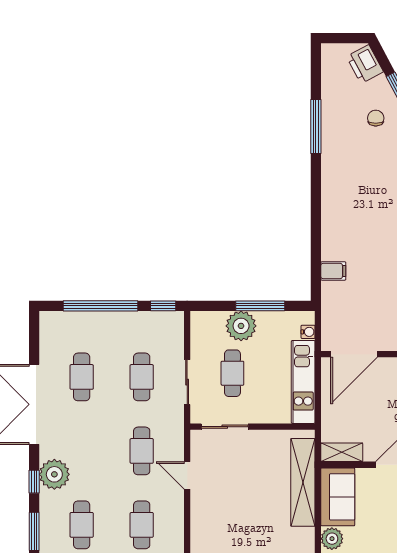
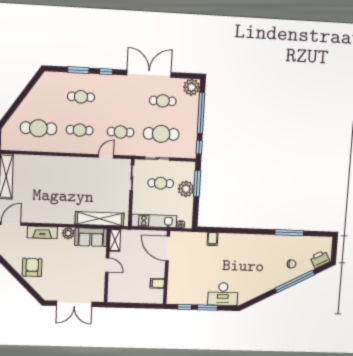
window: (260, 306) -> (197, 183), moved
cafe table: (142, 377) -> (161, 134), width x1.37, depth x1.35
plant: (54, 474) -> (192, 87), moved

